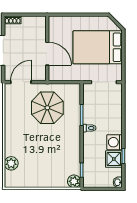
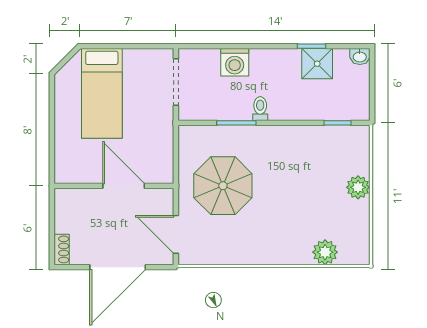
bed: (98, 47) -> (102, 93), width x0.67
door: (47, 54) -> (124, 186), hinge flipped
washing machine: (115, 142) -> (235, 62), moved
plant: (74, 181) -> (358, 187), moved

